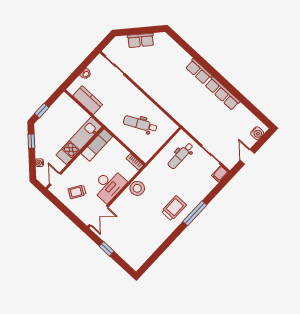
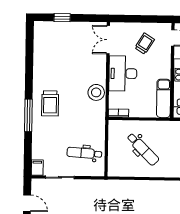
dental chair: (140, 124) -> (143, 149), turned 72
dental chair: (181, 156) -> (84, 153), turned -86
window: (107, 249) -> (62, 18), moved

